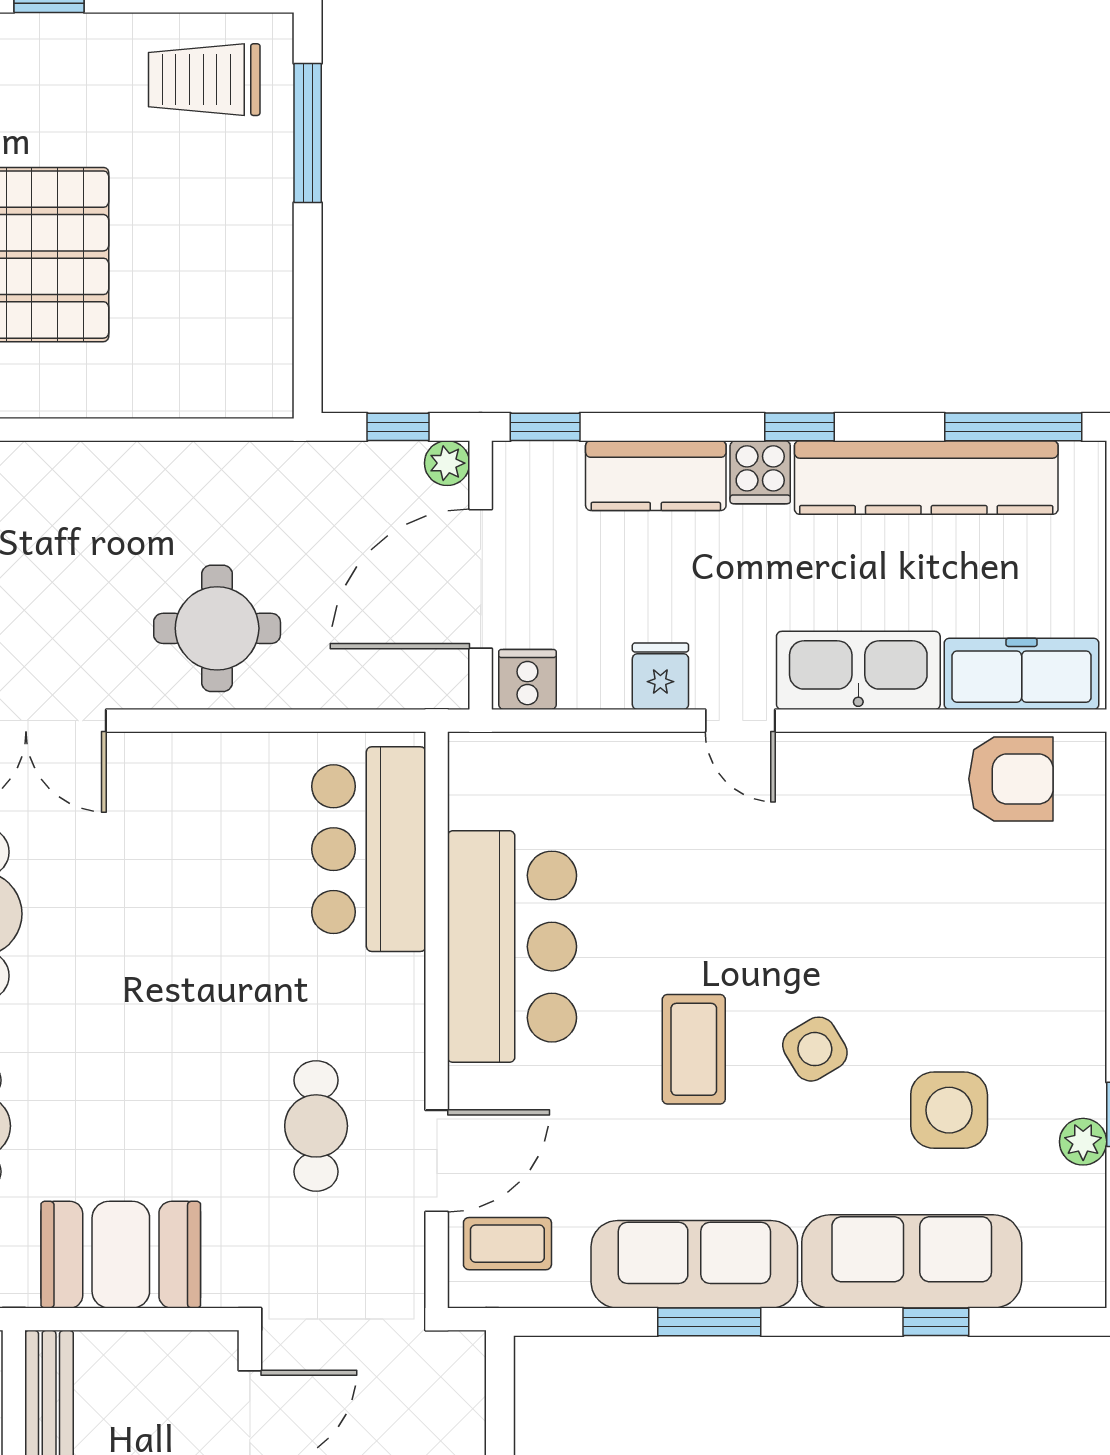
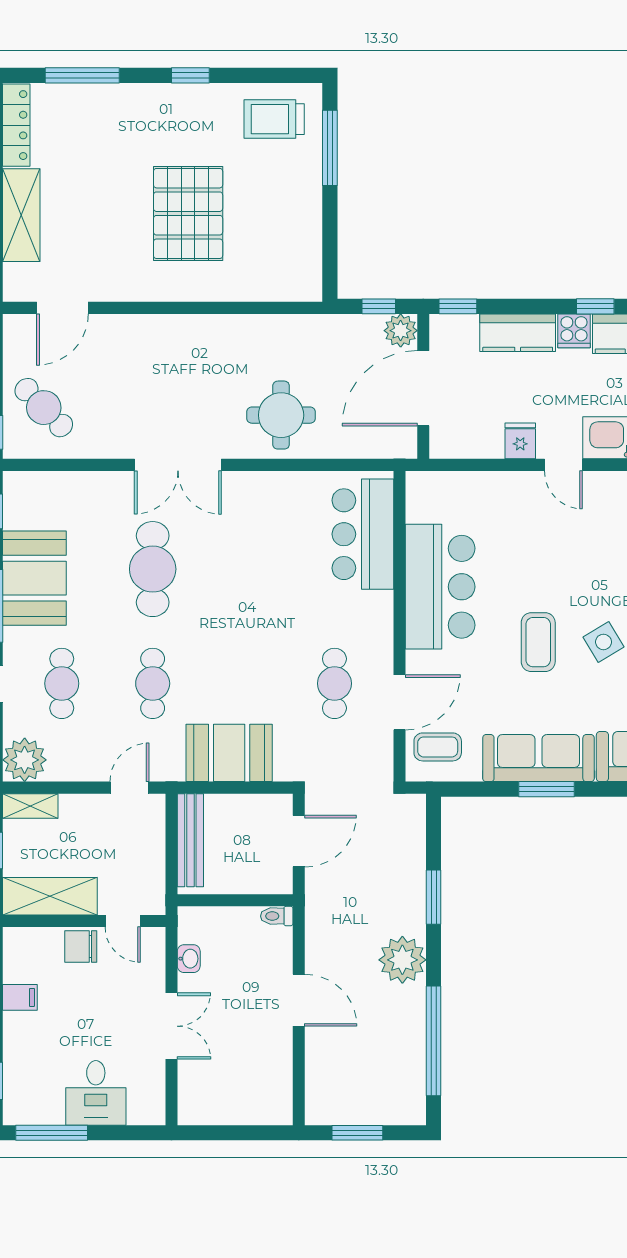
plant: (447, 463) -> (401, 331), width x1.38, depth x1.38
cooker: (527, 679) -> (448, 443), removed

